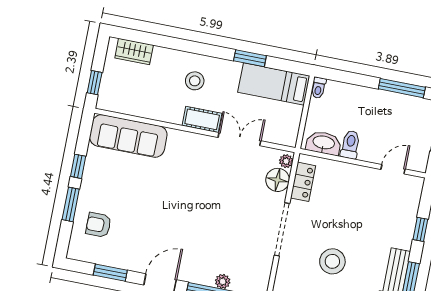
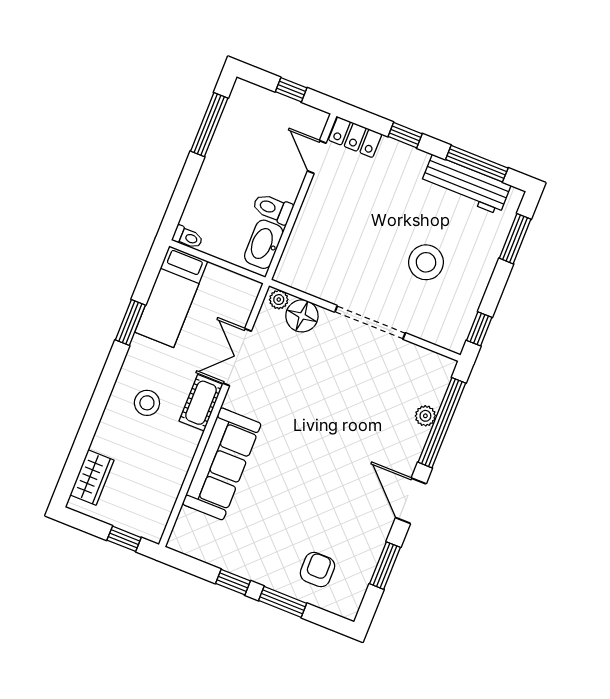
sofa: (128, 136) -> (222, 464), moved
locker: (303, 182) -> (355, 137), moved, turned 180
armchair: (98, 225) -> (317, 570), turned 180

